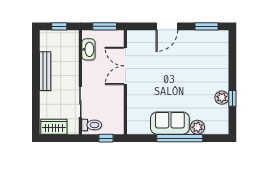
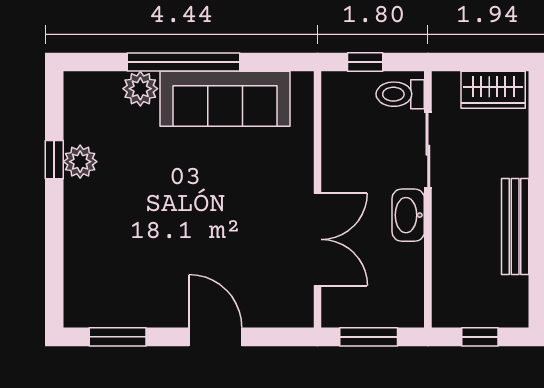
door: (167, 26) -> (215, 337), hinge flipped
washbasin: (88, 49) -> (408, 215), moved
sofa: (170, 123) -> (225, 99), width x1.36

